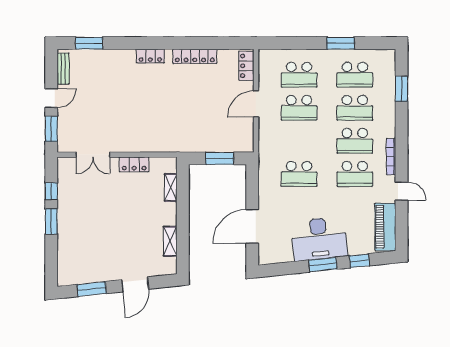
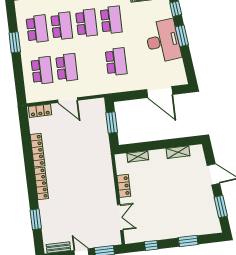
window: (89, 43) -> (36, 219), moved
locker: (150, 56) -> (41, 183), width x1.53
window: (51, 221) -> (188, 241), moved

